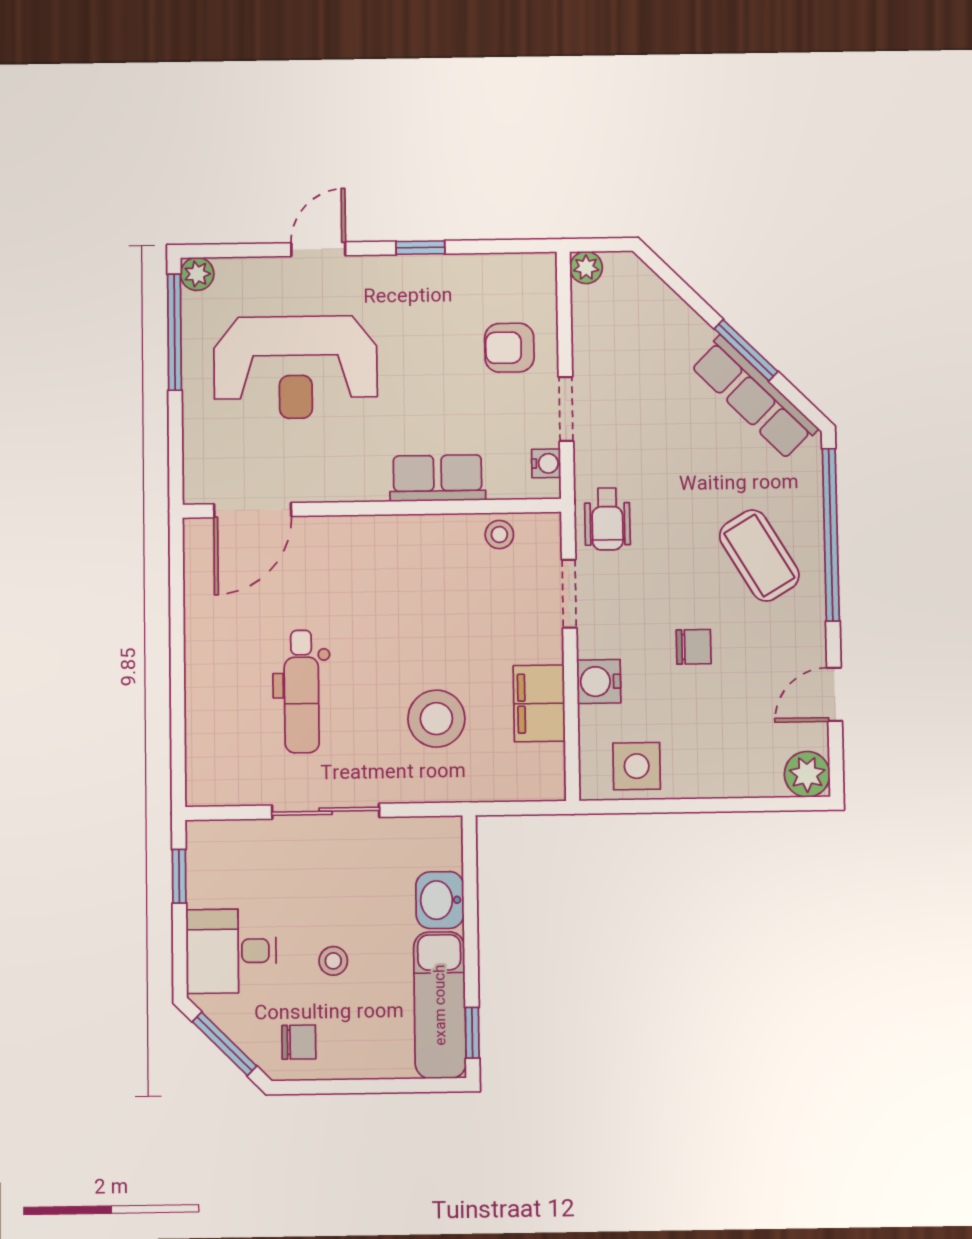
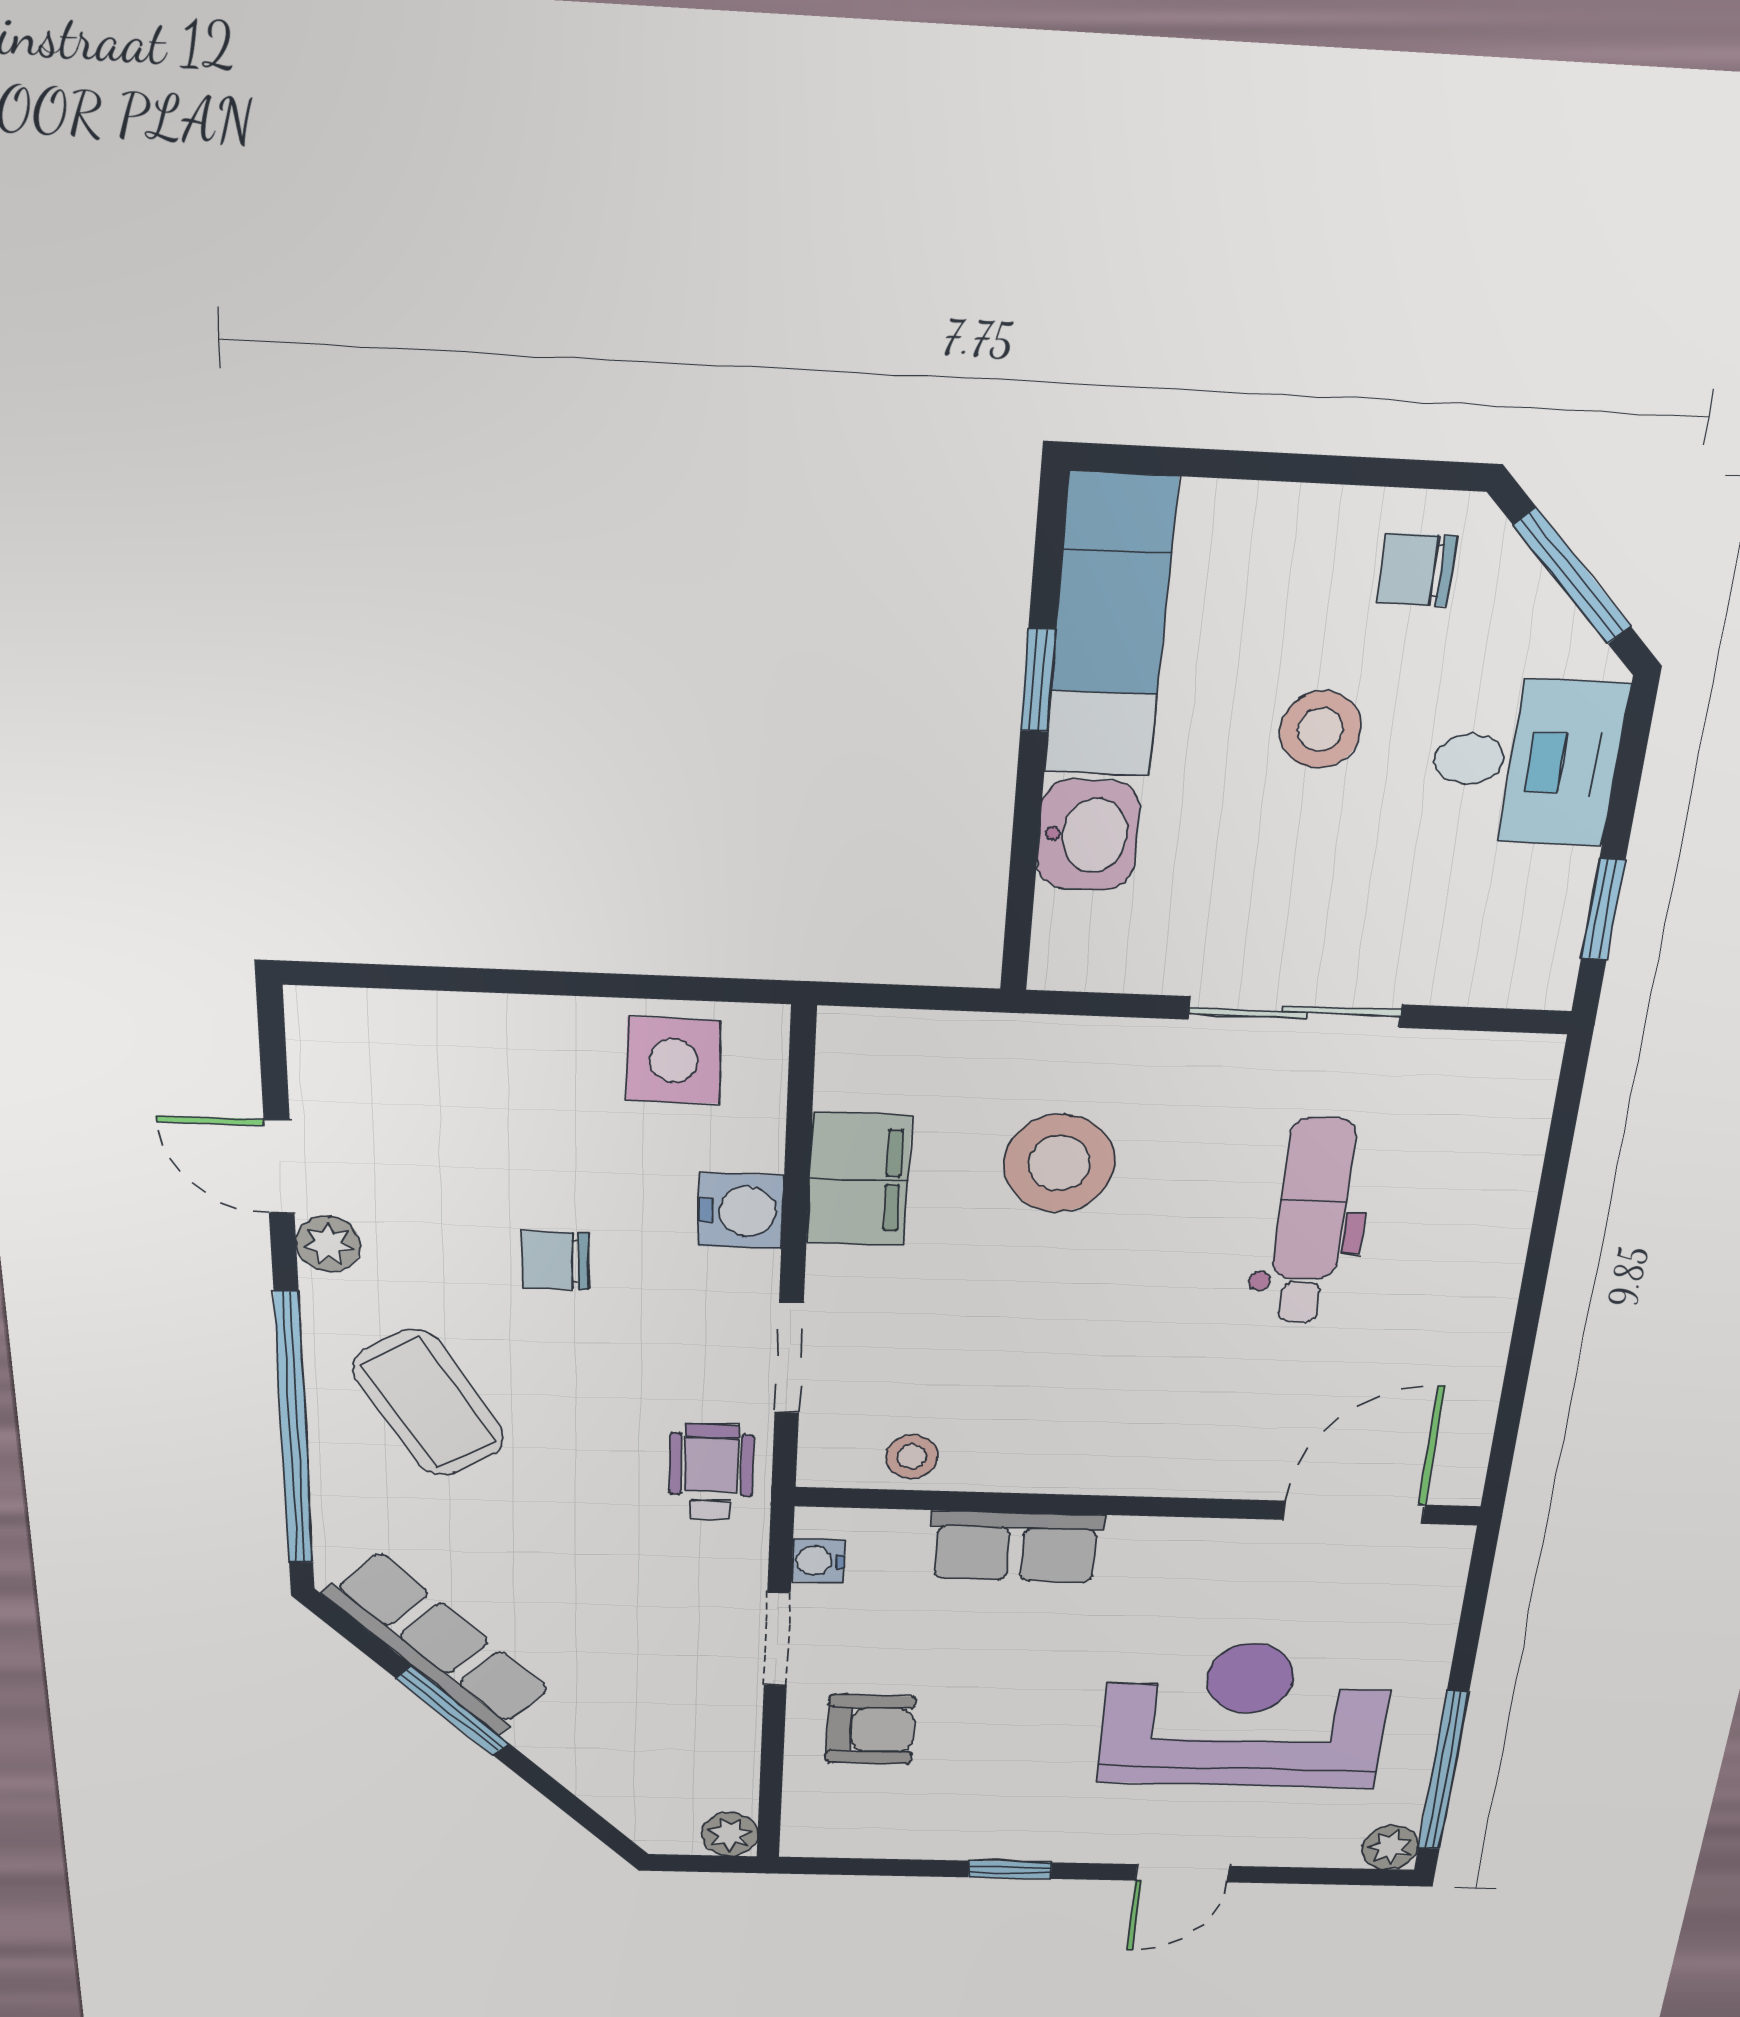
door: (835, 694) -> (279, 1167), swing flipped
plant: (807, 774) -> (328, 1244), moved, width x0.73, depth x0.73
stool: (333, 961) -> (1321, 730), width x1.37, depth x1.37
window: (472, 1033) -> (1038, 680), moved

